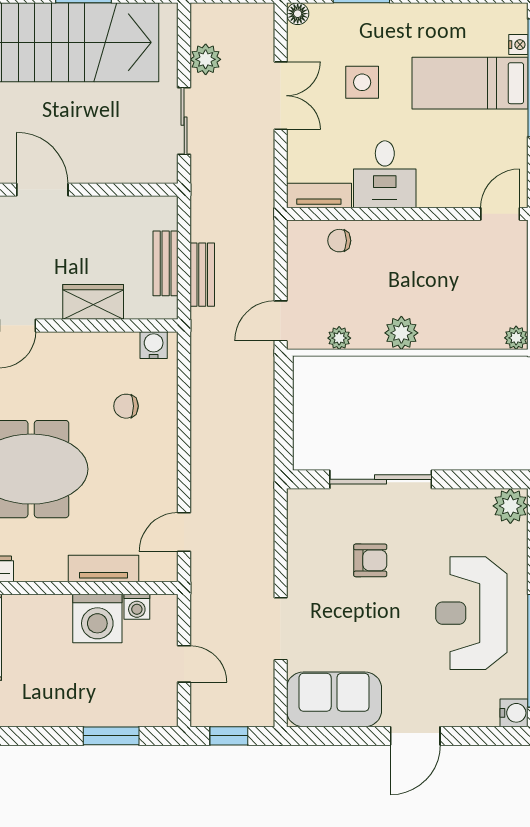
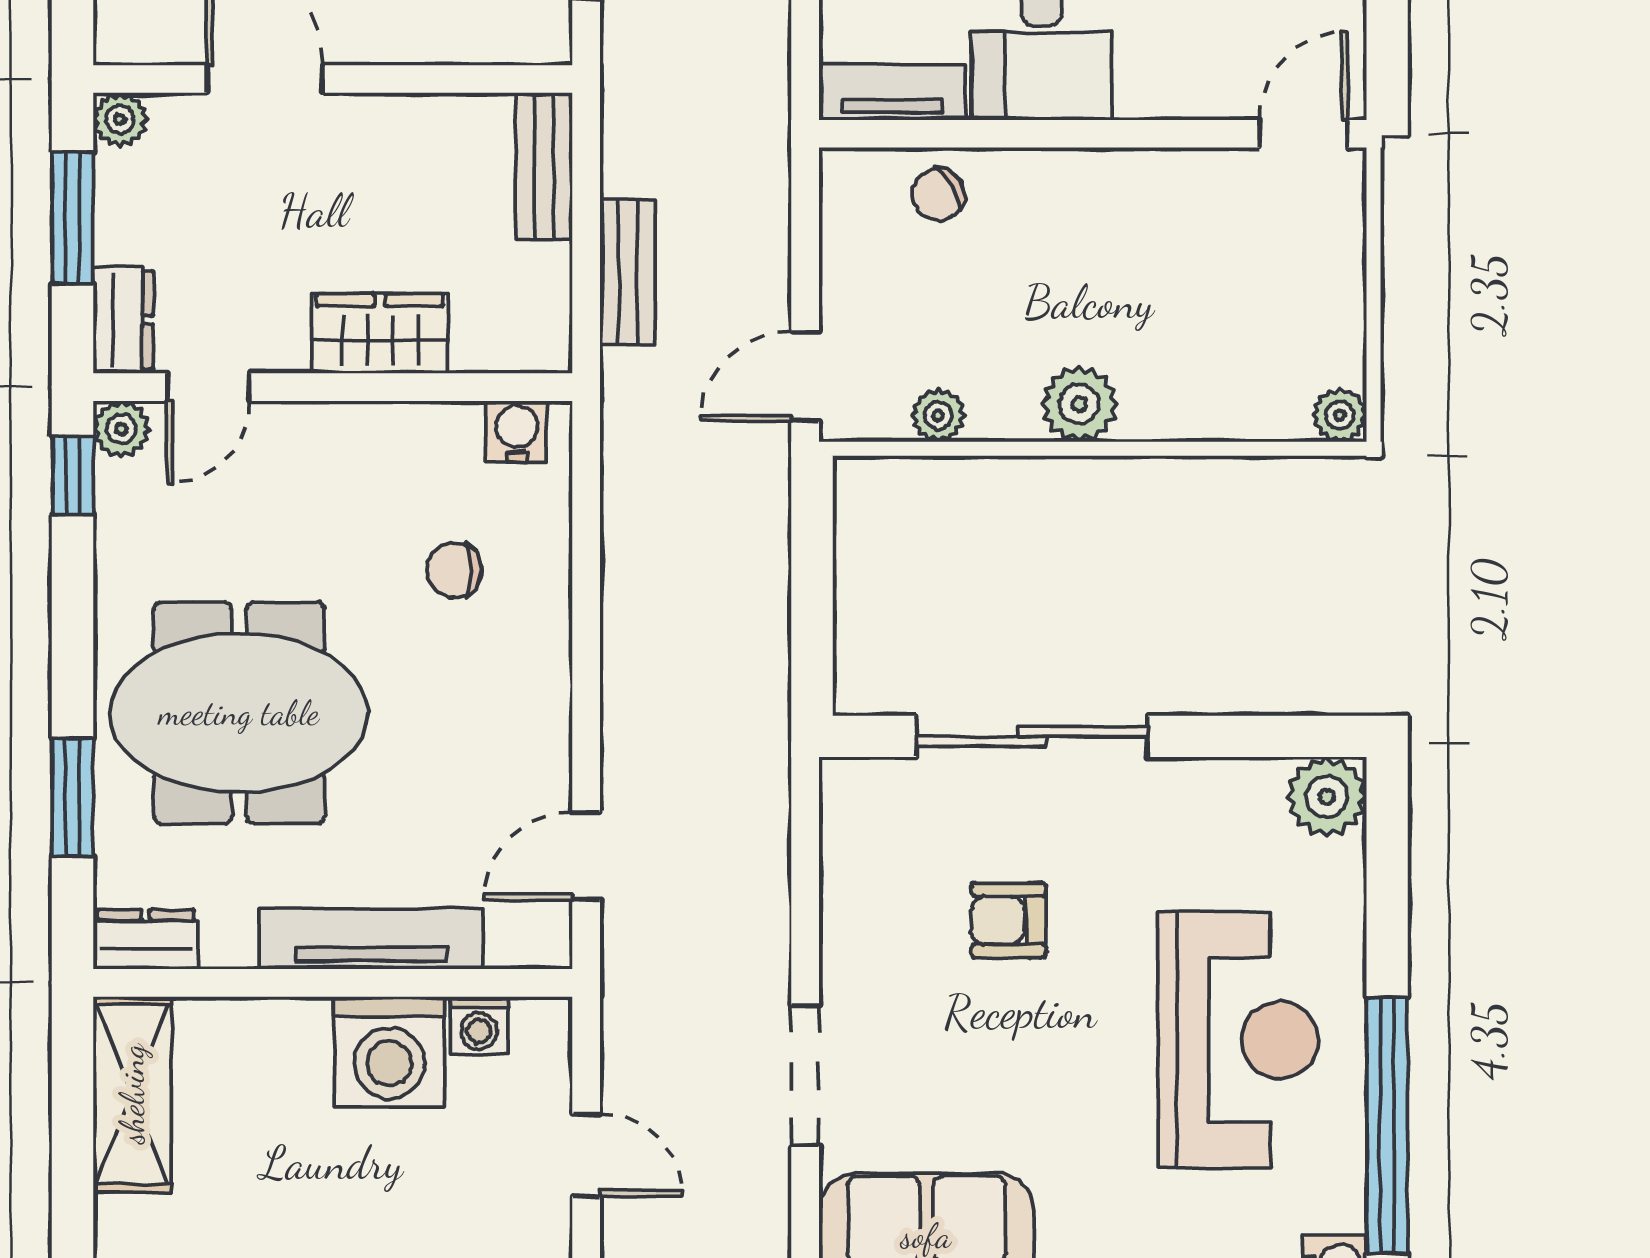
chair: (339, 241) -> (938, 194), turned -31
bench: (166, 263) -> (544, 166), moved
armchair: (370, 560) -> (1009, 920), turned 180
tv unit: (103, 569) -> (371, 939), width x1.41
reception desk: (471, 613) -> (1238, 1040), turned 180

